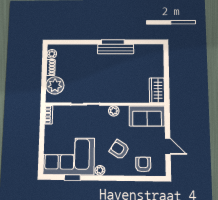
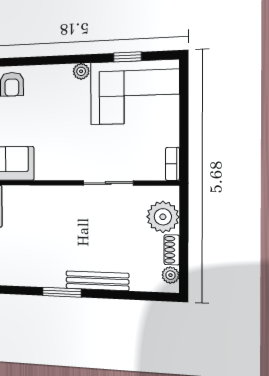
bench: (116, 49) -> (97, 281), moved
plant: (114, 111) -> (59, 171), removed
armchair: (119, 150) -> (50, 107), removed

